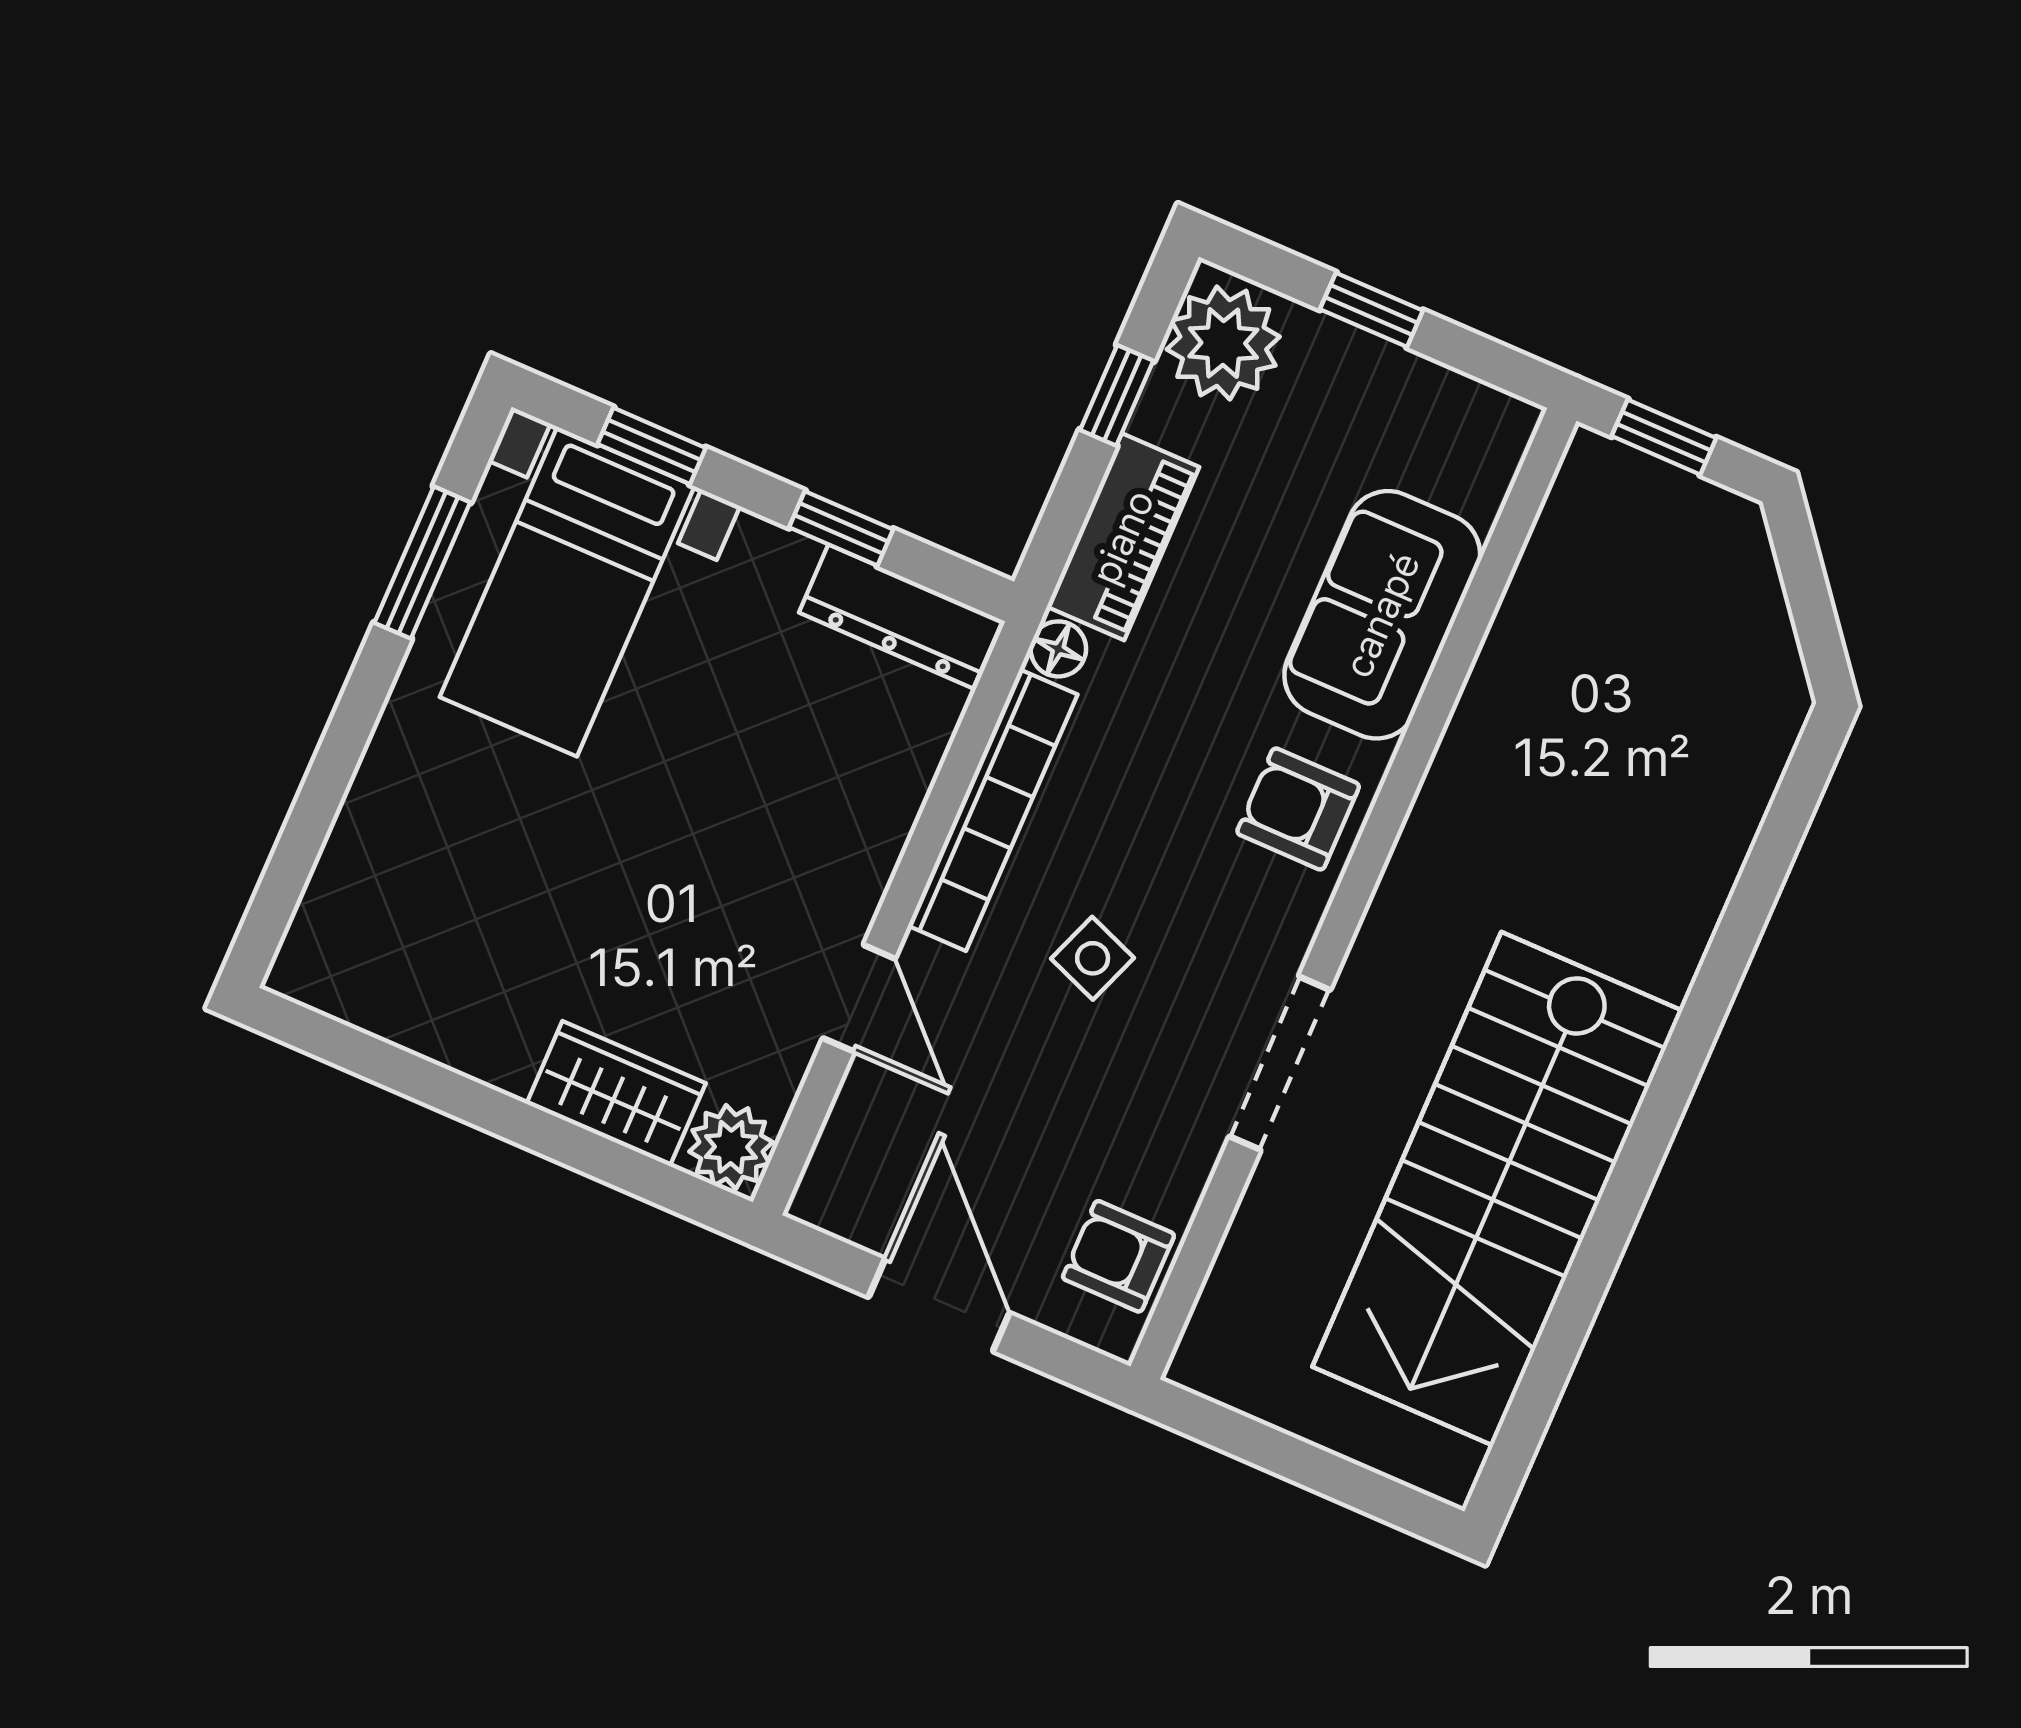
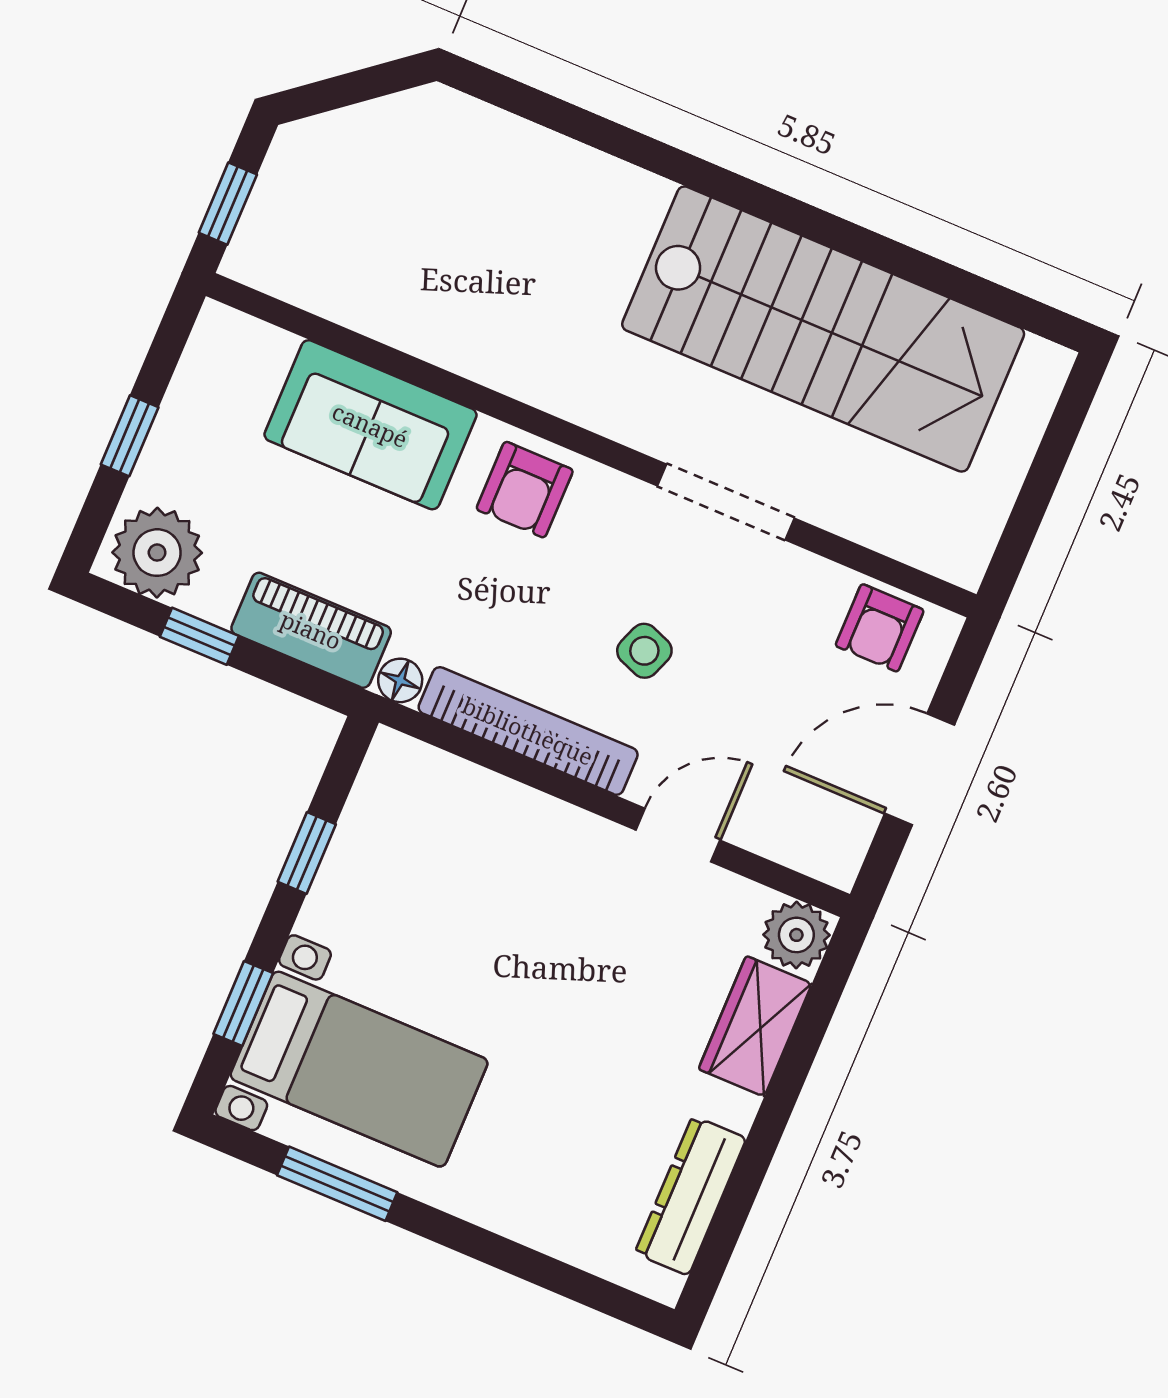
dresser: (901, 617) -> (691, 1196), moved, turned 180

